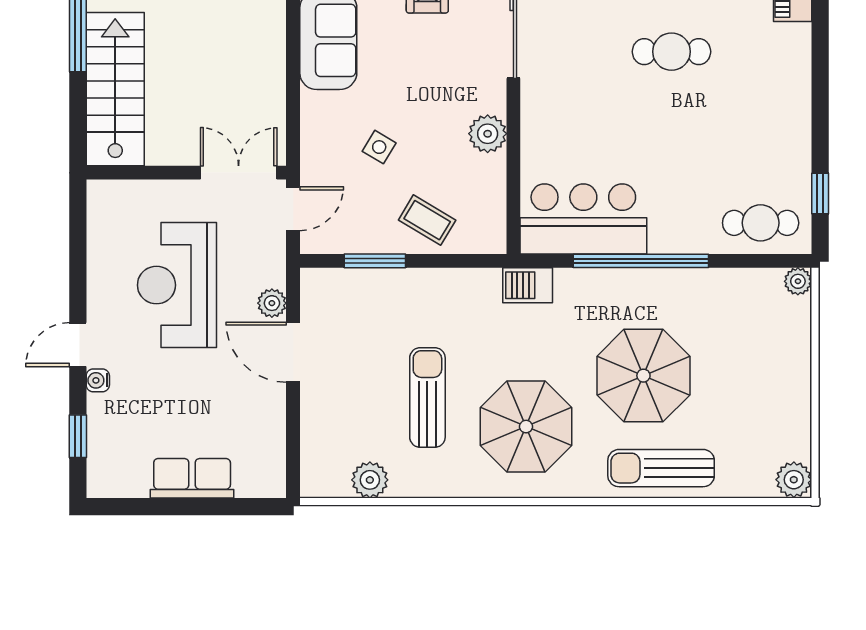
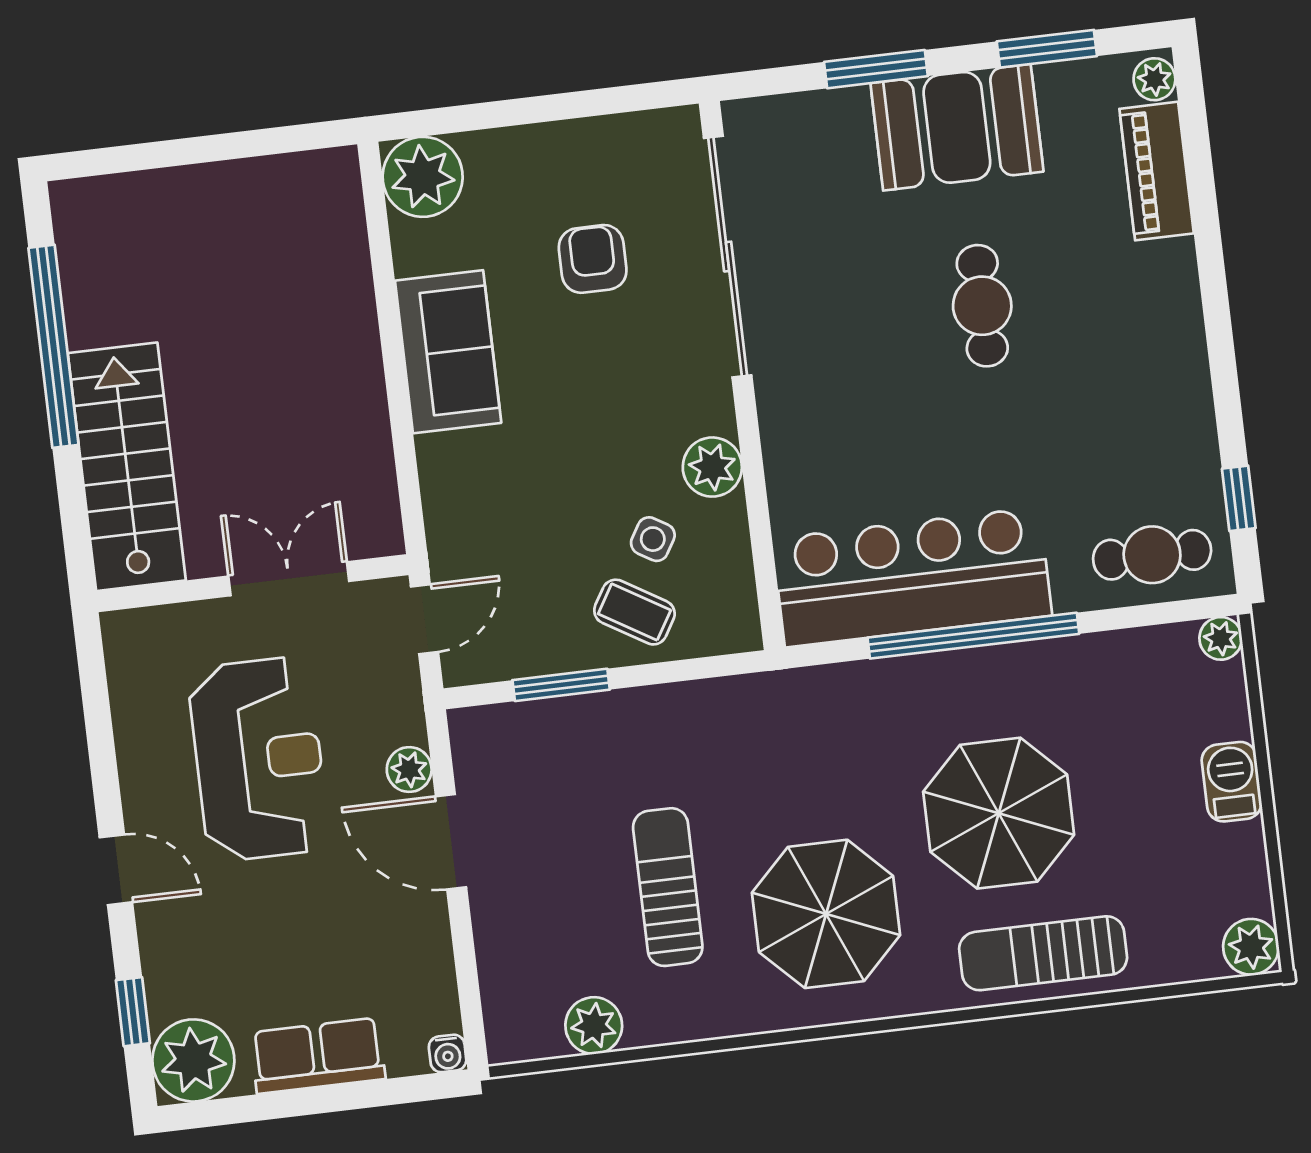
cafe table: (671, 52) -> (982, 306), turned 90
side table: (379, 147) -> (653, 539), moved
double door: (239, 173) -> (289, 579), moved
bar counter: (583, 219) -> (912, 577), width x1.36
reception desk: (177, 285) -> (259, 759), turned 180
barbecue: (528, 285) -> (1232, 782), moved, turned 90
door: (78, 345) -> (116, 870), swing flipped
water cooler: (98, 380) -> (448, 1053), moved, turned -90
plant: (113, 472) -> (193, 1060), added

